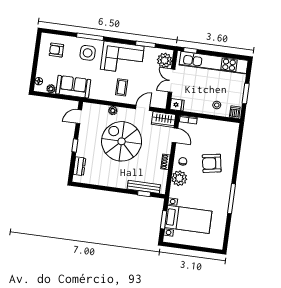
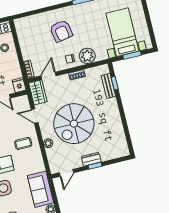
door: (79, 117) -> (66, 173), hinge flipped
dresser: (79, 166) -> (91, 159), moved
bench: (144, 187) -> (108, 86), width x0.73

